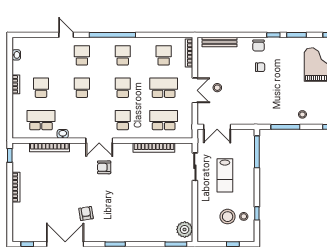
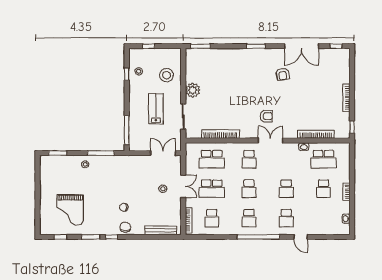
double door: (195, 90) -> (183, 186), swing flipped
stool: (228, 217) -> (166, 75), moved
plant: (185, 229) -> (193, 90), moved

